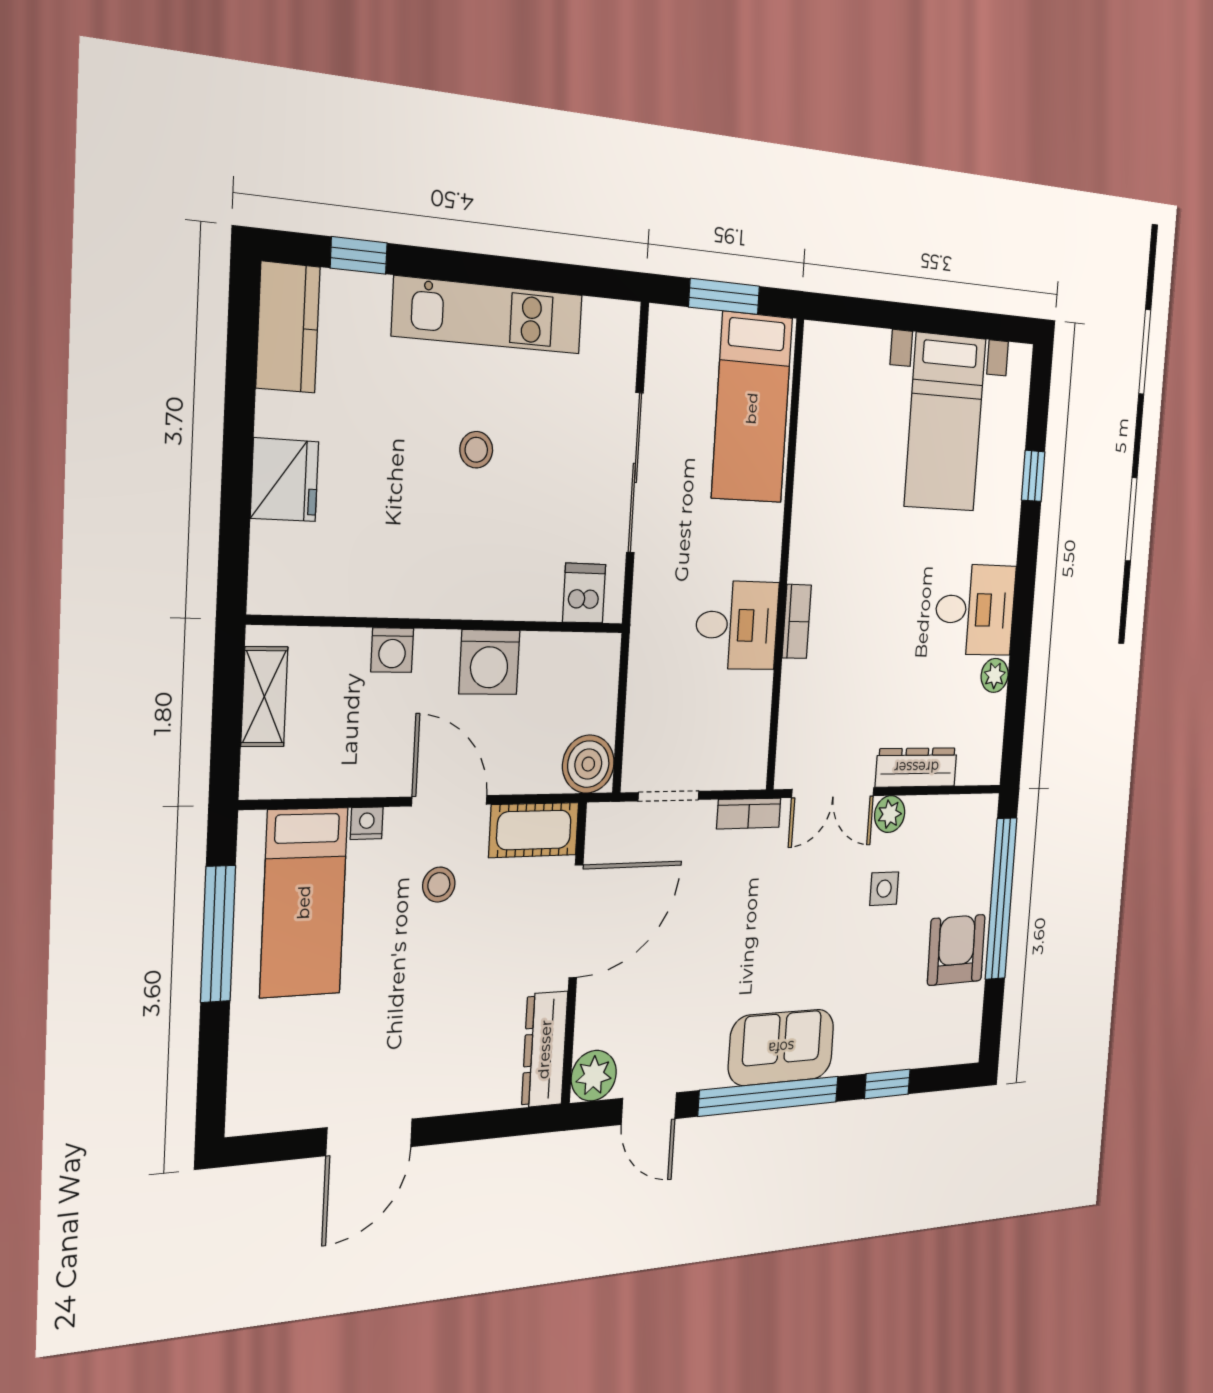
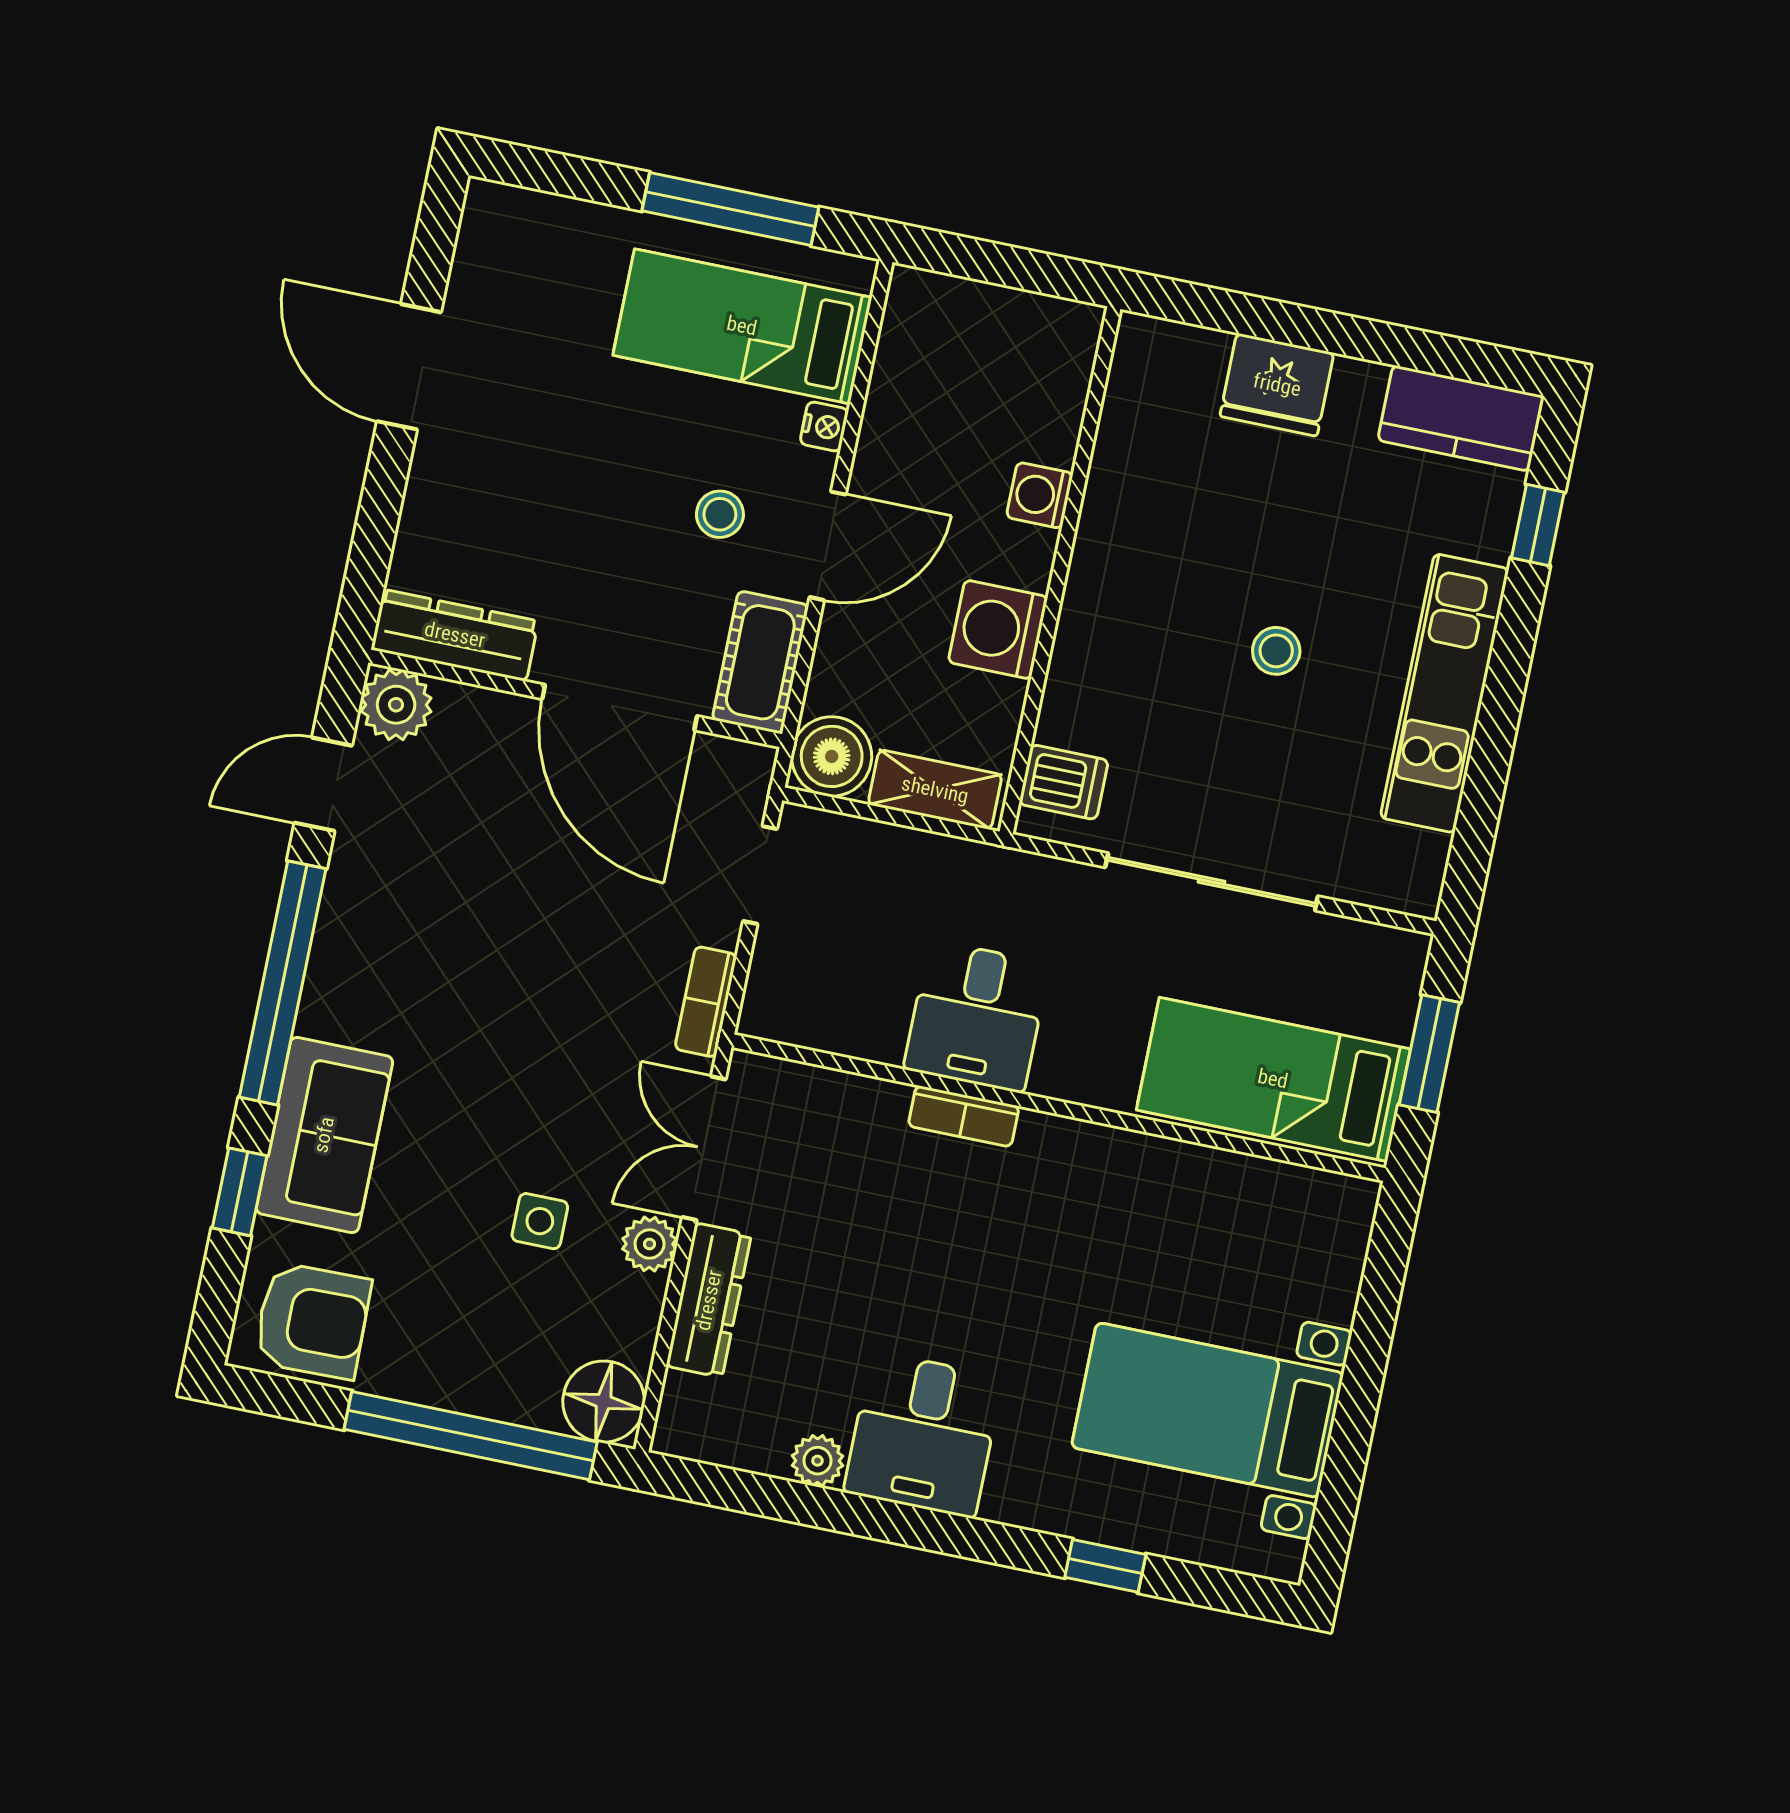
shelving: (264, 697) -> (935, 790), moved
floor lamp: (976, 820) -> (604, 1402), added
armchair: (956, 950) -> (312, 1321), moved
sofa: (781, 1047) -> (324, 1135), moved

